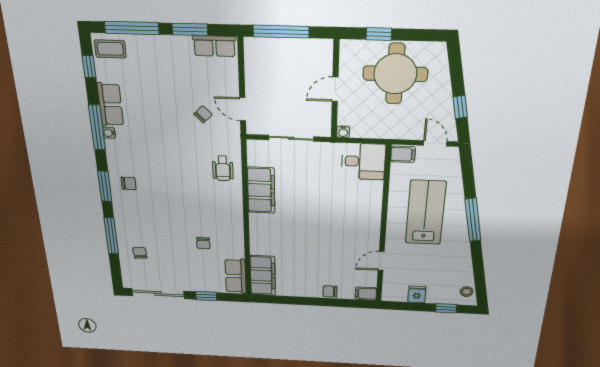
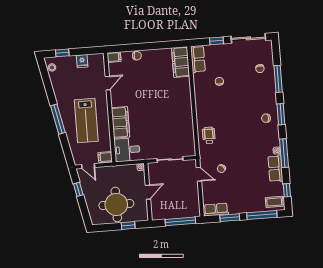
filing cabinet: (261, 190) -> (120, 122), moved, turned 180

